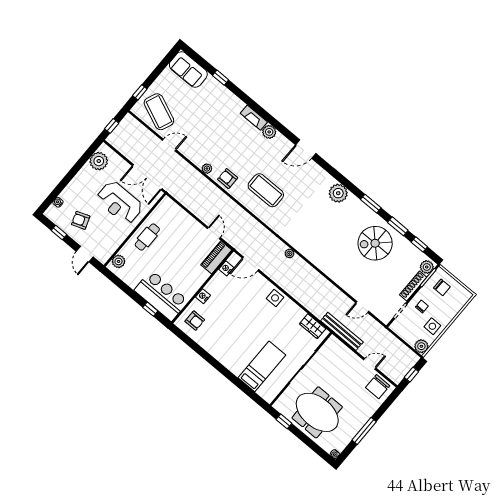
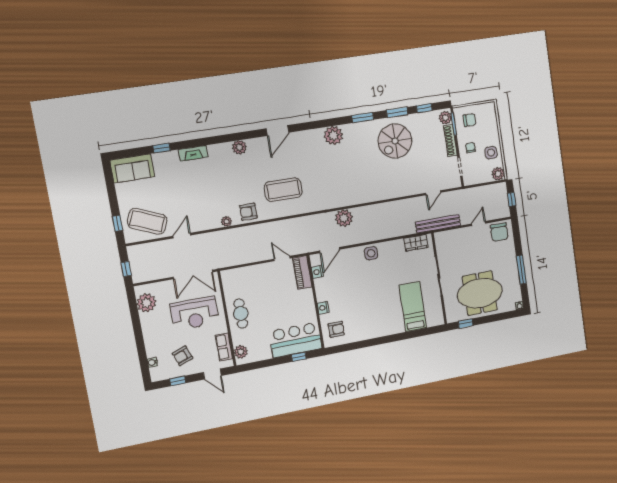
fireplace: (254, 118) -> (193, 153), moved
row of seats: (112, 246) -> (224, 347), added
plant: (289, 254) -> (344, 218), width x1.87, depth x1.87

